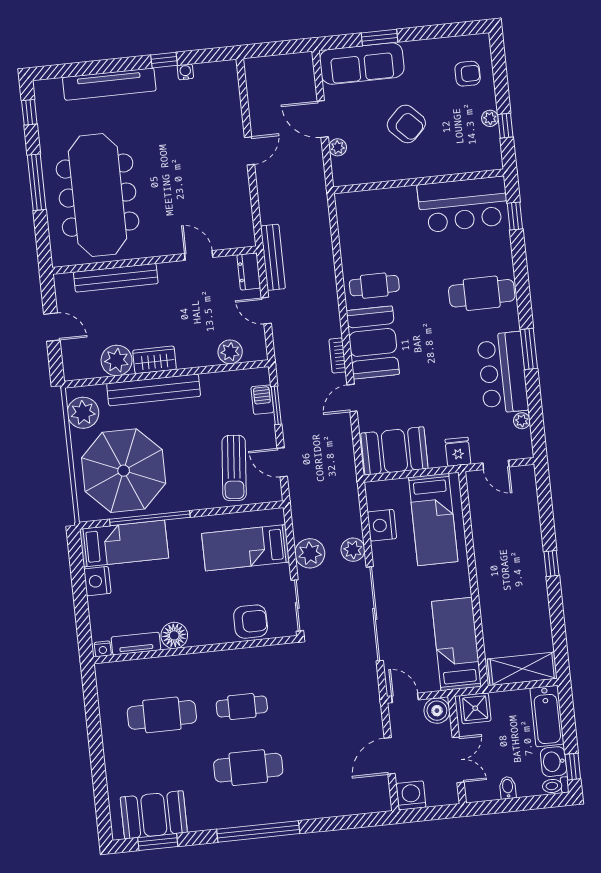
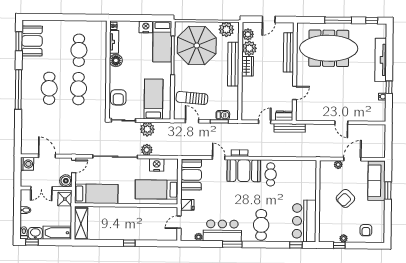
plant: (230, 352) -> (248, 34), moved
door: (282, 462) -> (192, 121), hinge flipped
cafe table: (242, 707) -> (78, 89), width x1.37, depth x1.35

